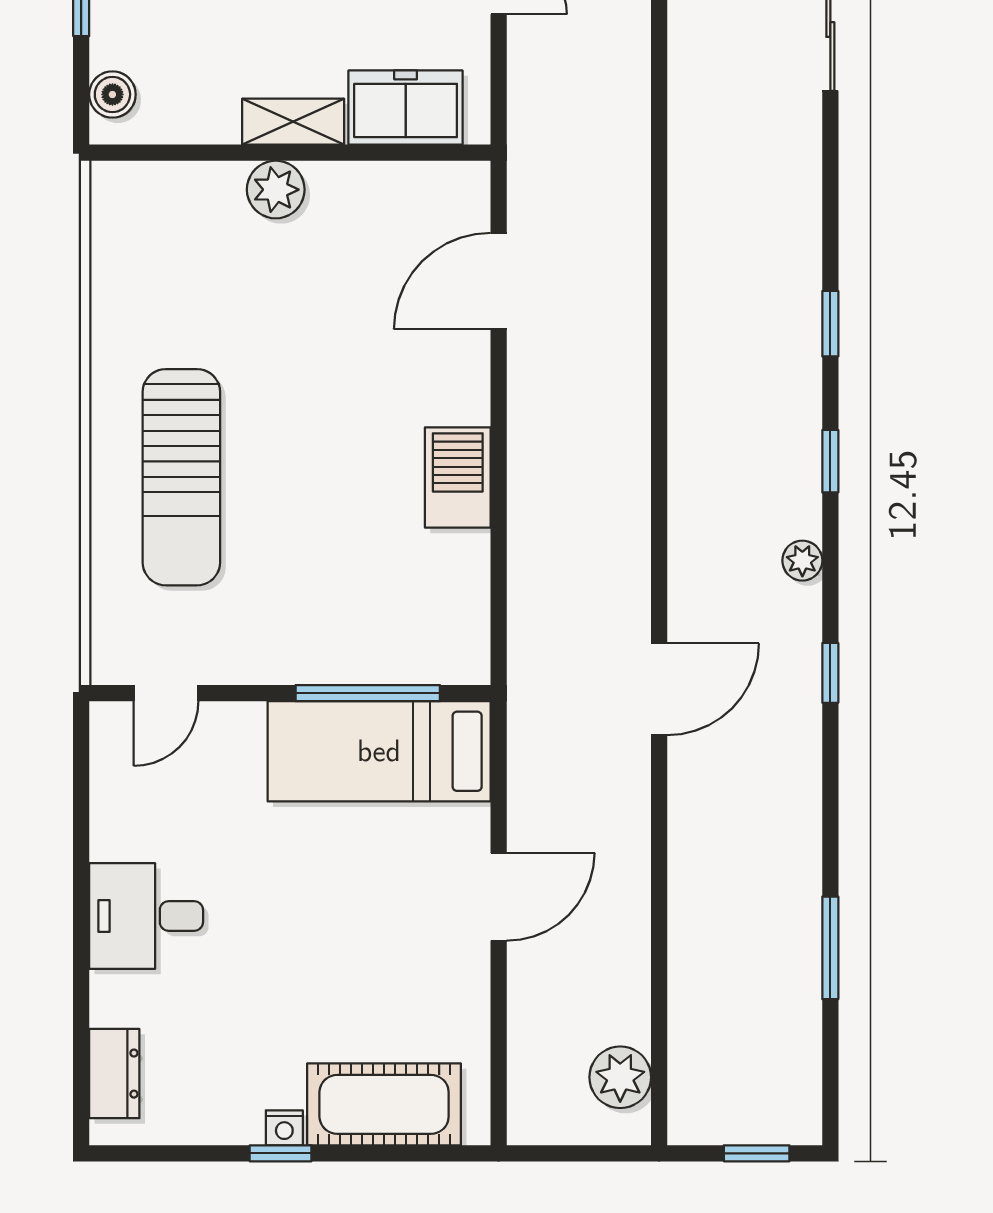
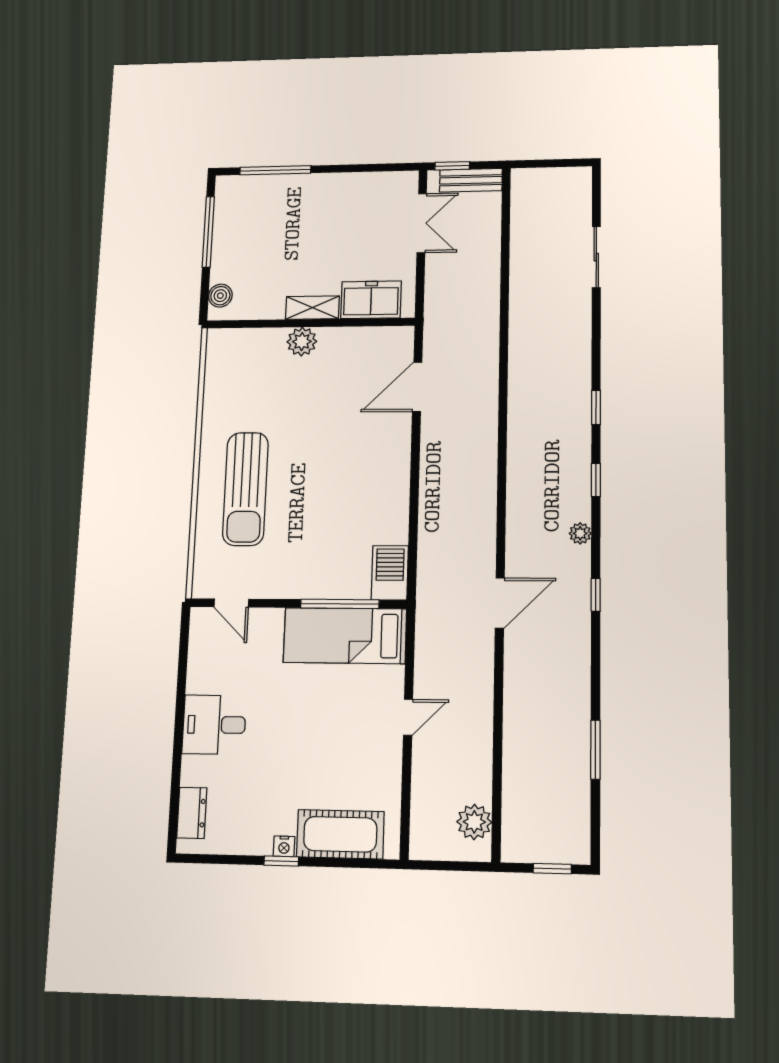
barbecue: (458, 477) -> (390, 573), moved
door: (166, 693) -> (231, 603), hinge flipped
door: (499, 897) -> (408, 717), width x0.73

